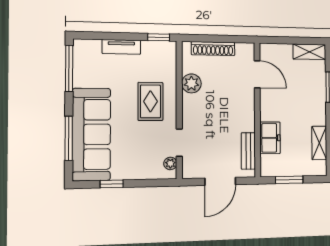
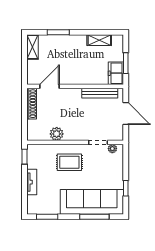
shoe rack: (213, 49) -> (32, 104), moved
window: (69, 68) -> (47, 217), width x0.69
freezer: (270, 138) -> (116, 73), moved, turned -90
bench: (248, 151) -> (100, 93), width x1.36

